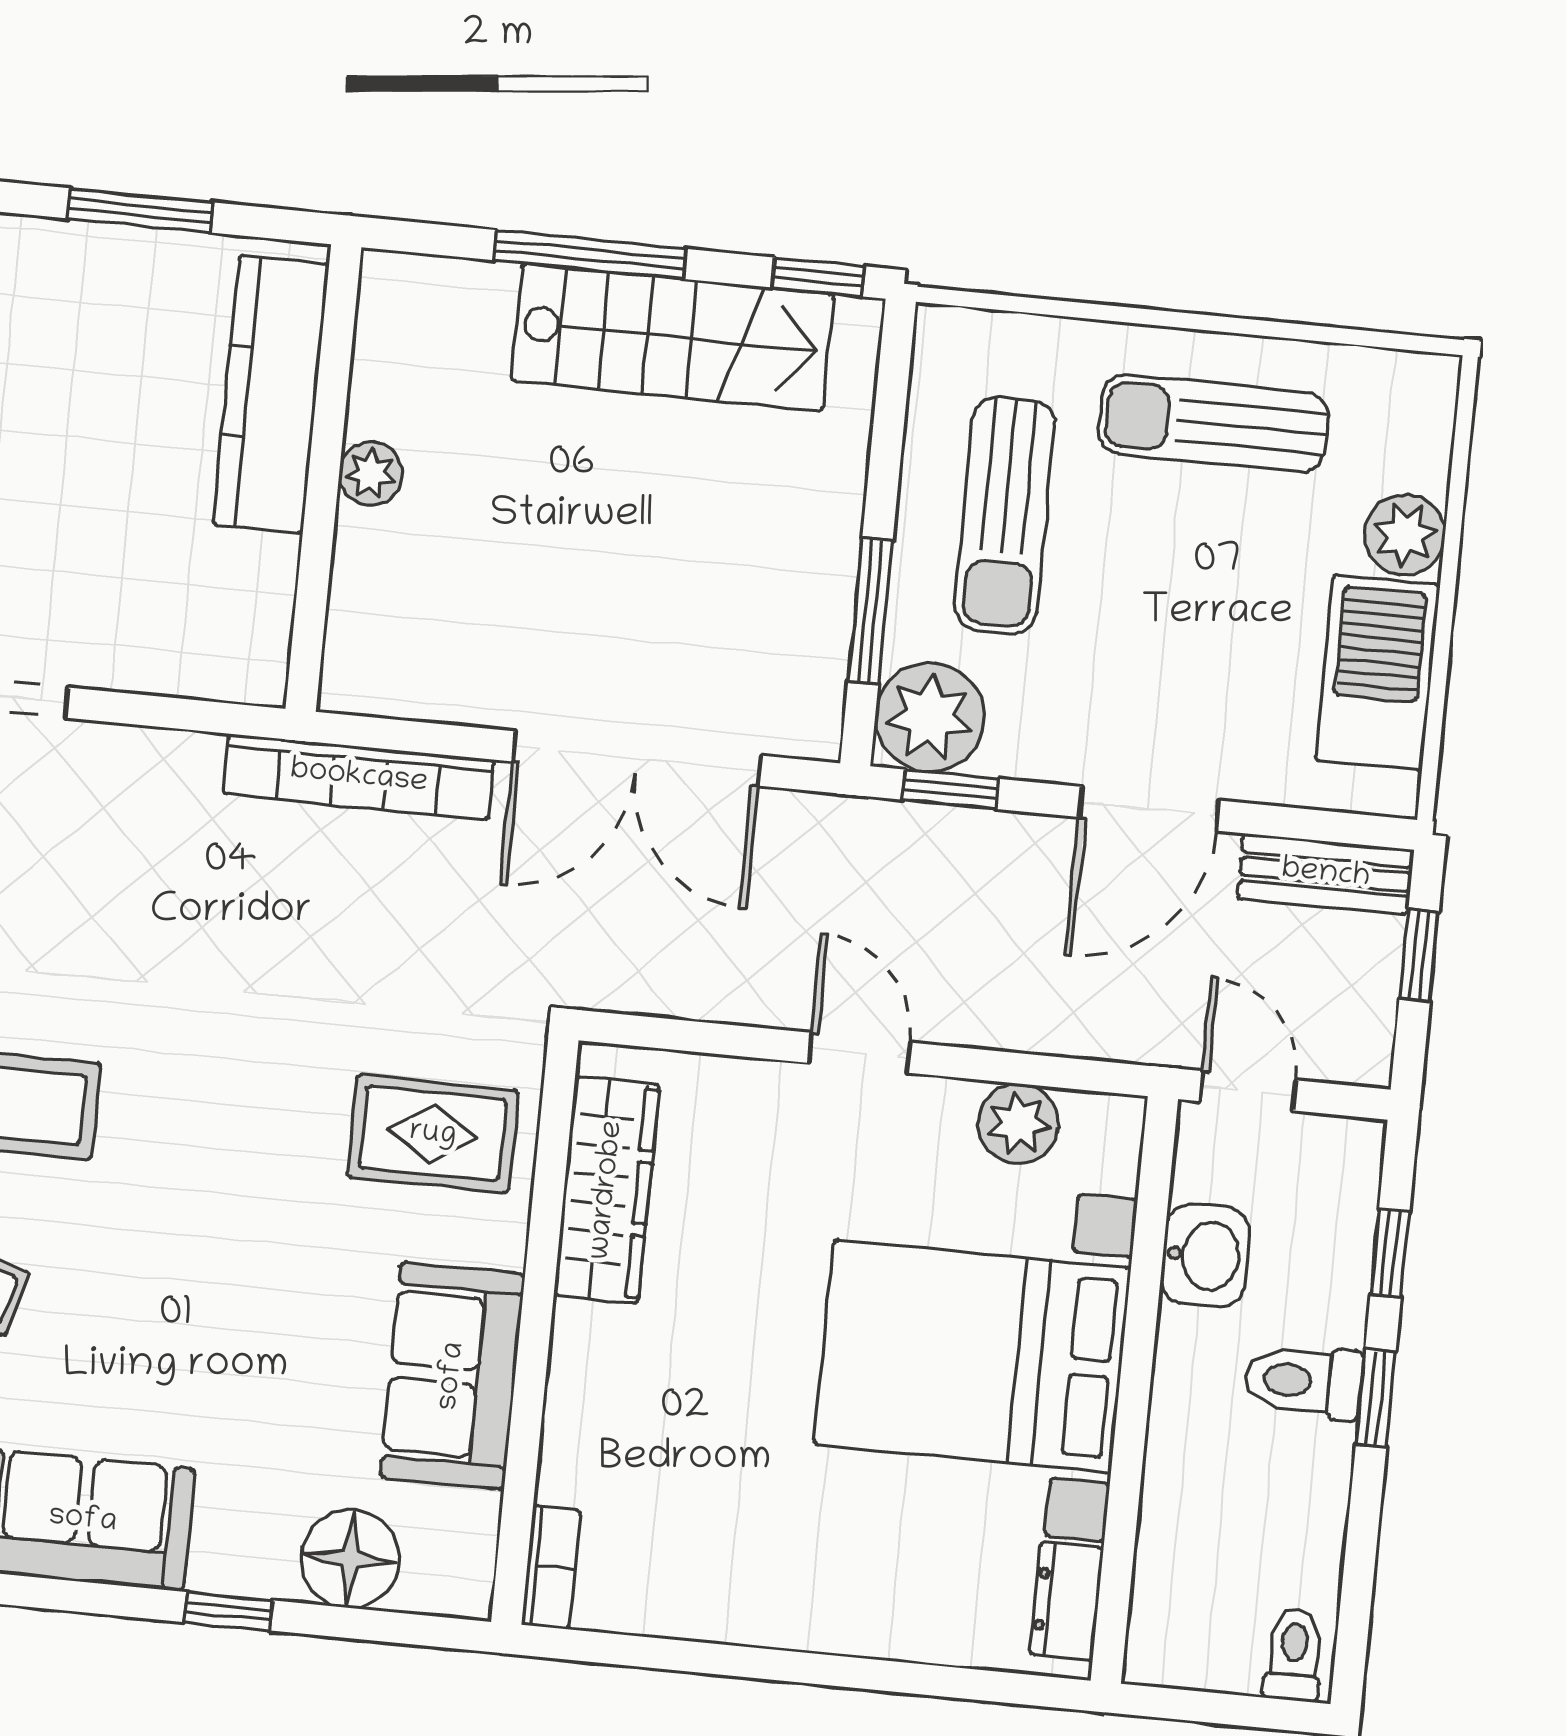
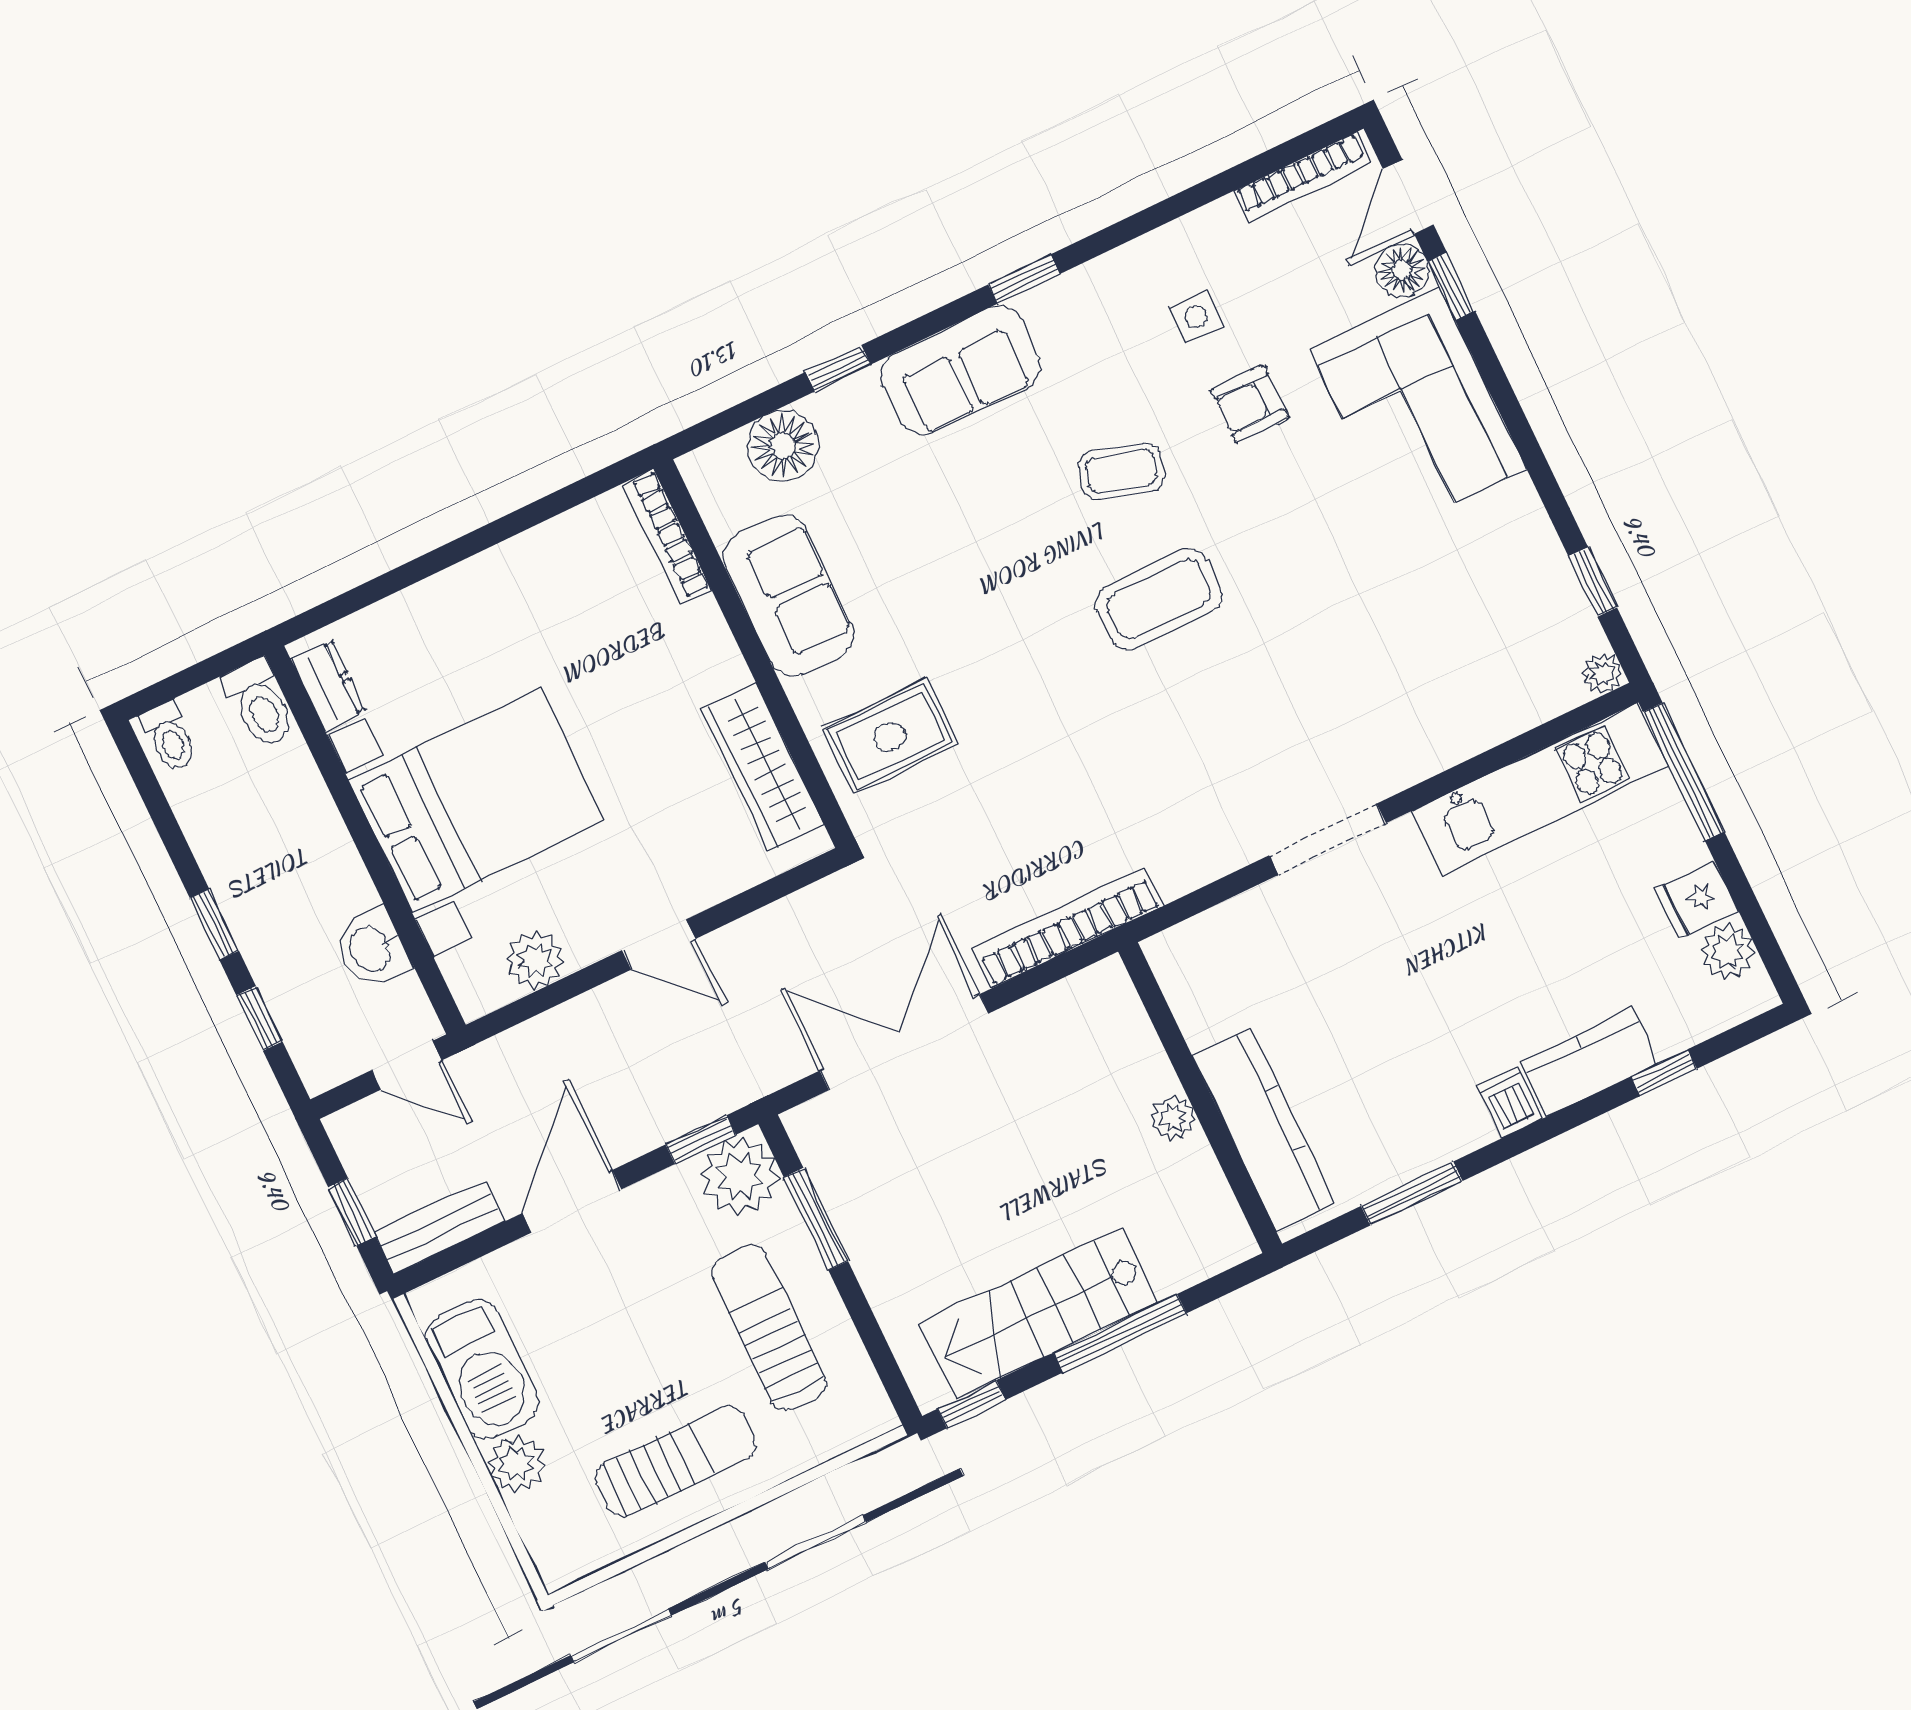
toilet: (1304, 1381) -> (260, 704), moved, turned 90
bookcase: (551, 1567) -> (667, 537), width x1.56

